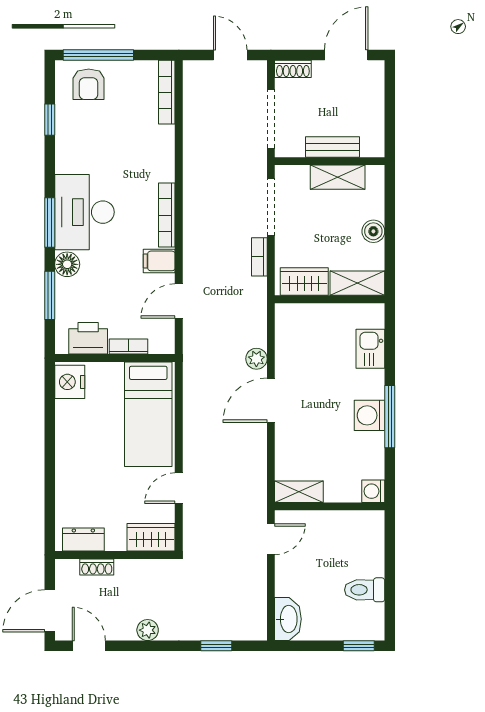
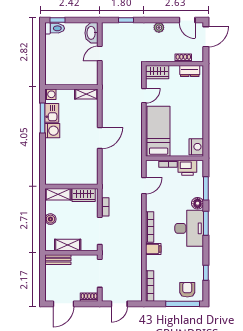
door: (230, 55) -> (119, 304), hinge flipped
bench: (332, 147) -> (58, 260), moved
filing cabinet: (159, 261) -> (153, 249), moved
kitchen sink: (370, 349) -> (52, 113), moved
plant: (256, 359) -> (107, 158), removed
window: (390, 417) -> (43, 118), moved
door: (271, 539) -> (100, 54), moved
toilet: (365, 590) -> (55, 28), moved

